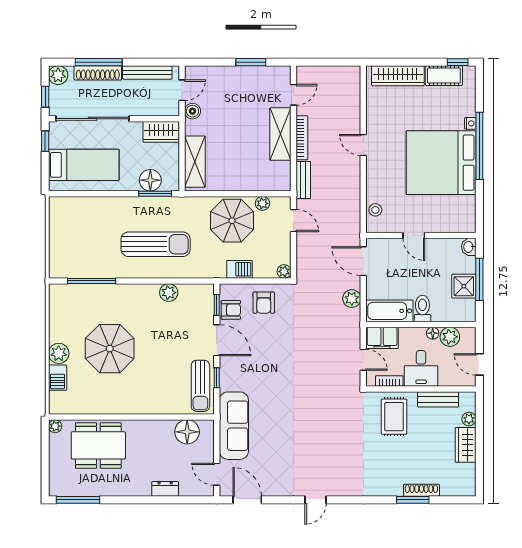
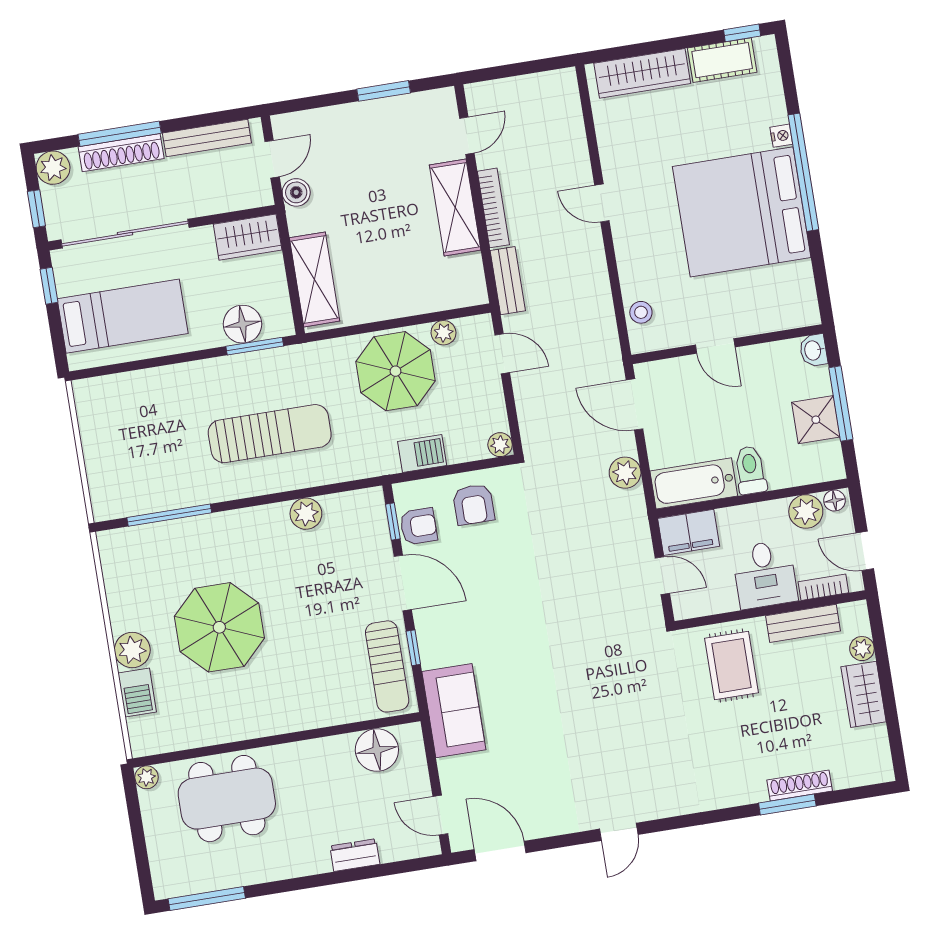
floor lamp: (433, 333) -> (834, 500), moved
bookcase: (389, 381) -> (823, 587), moved
sofa: (234, 426) -> (454, 711), width x0.73

